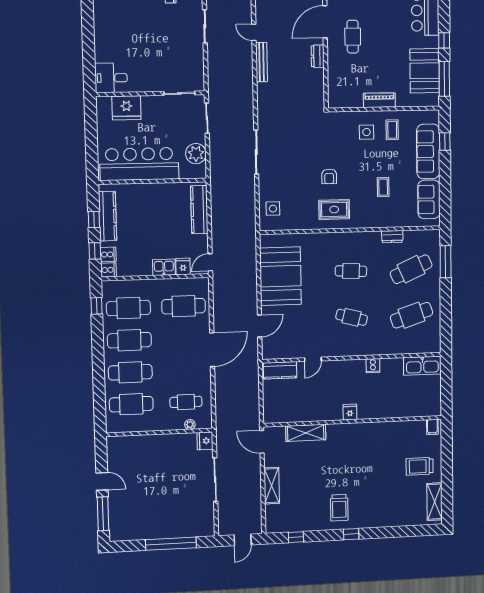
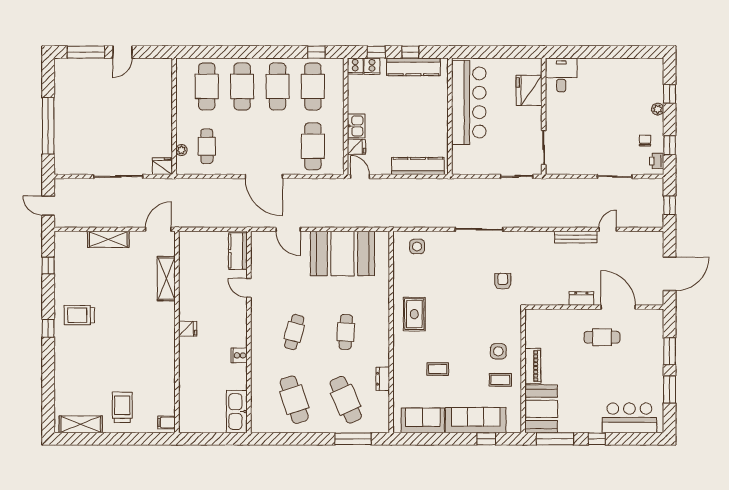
booth: (425, 71) -> (541, 409), moved, turned 90
plant: (196, 154) -> (479, 164), removed
armchair: (329, 176) -> (503, 281), moved, turned 90

